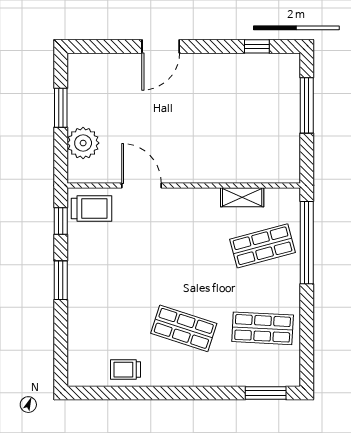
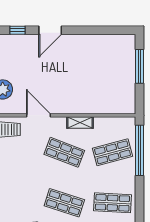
window: (257, 46) -> (18, 30), moved
shelving: (242, 197) -> (80, 123), moved
shop shelf: (184, 246) -> (64, 152), added

